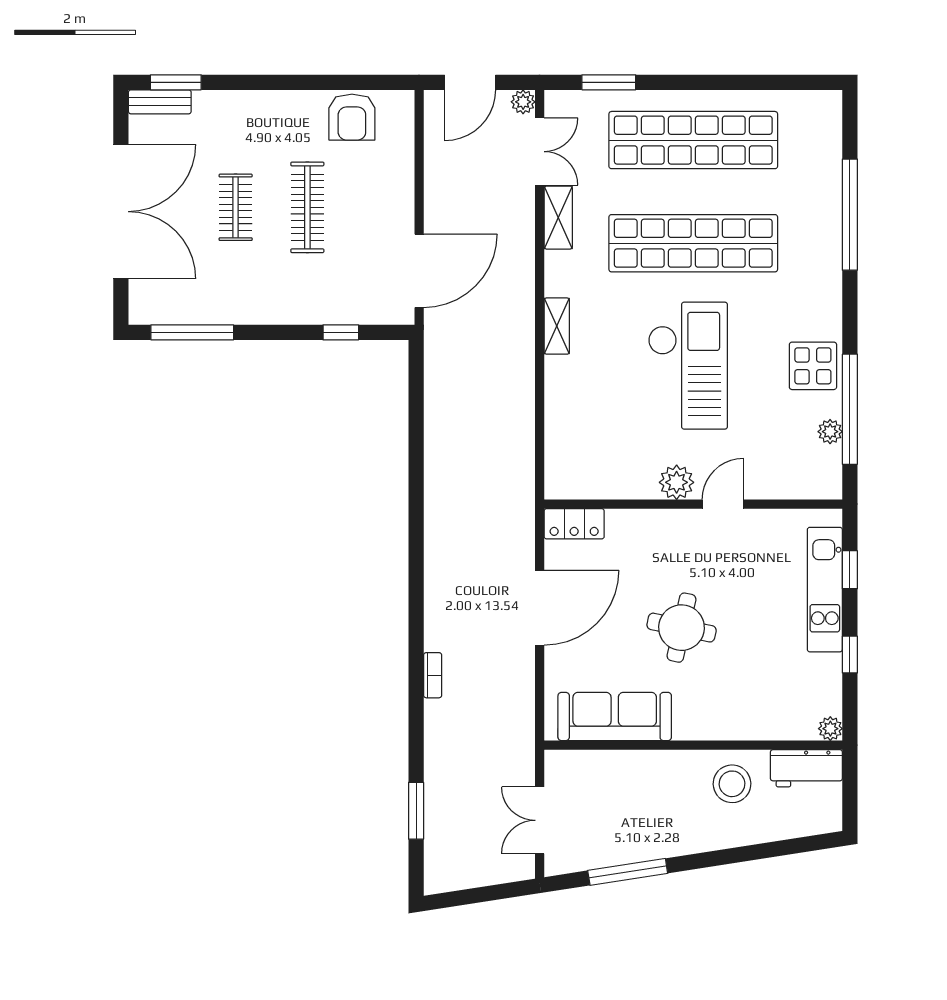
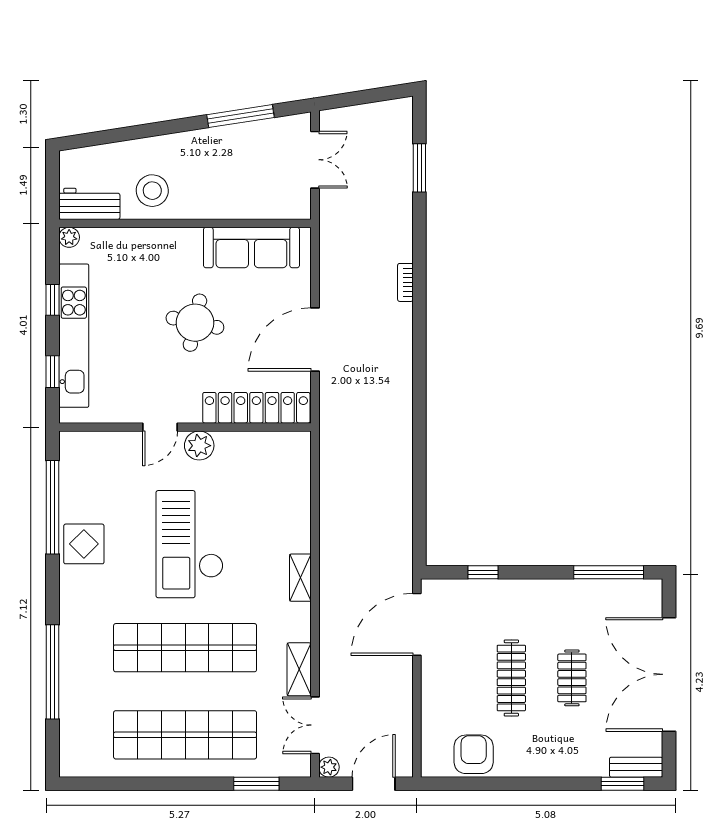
plant: (830, 432) -> (69, 488), removed
locker: (574, 524) -> (256, 408), width x2.16, depth x1.21
kitchen unit: (825, 590) -> (74, 336), width x1.36

